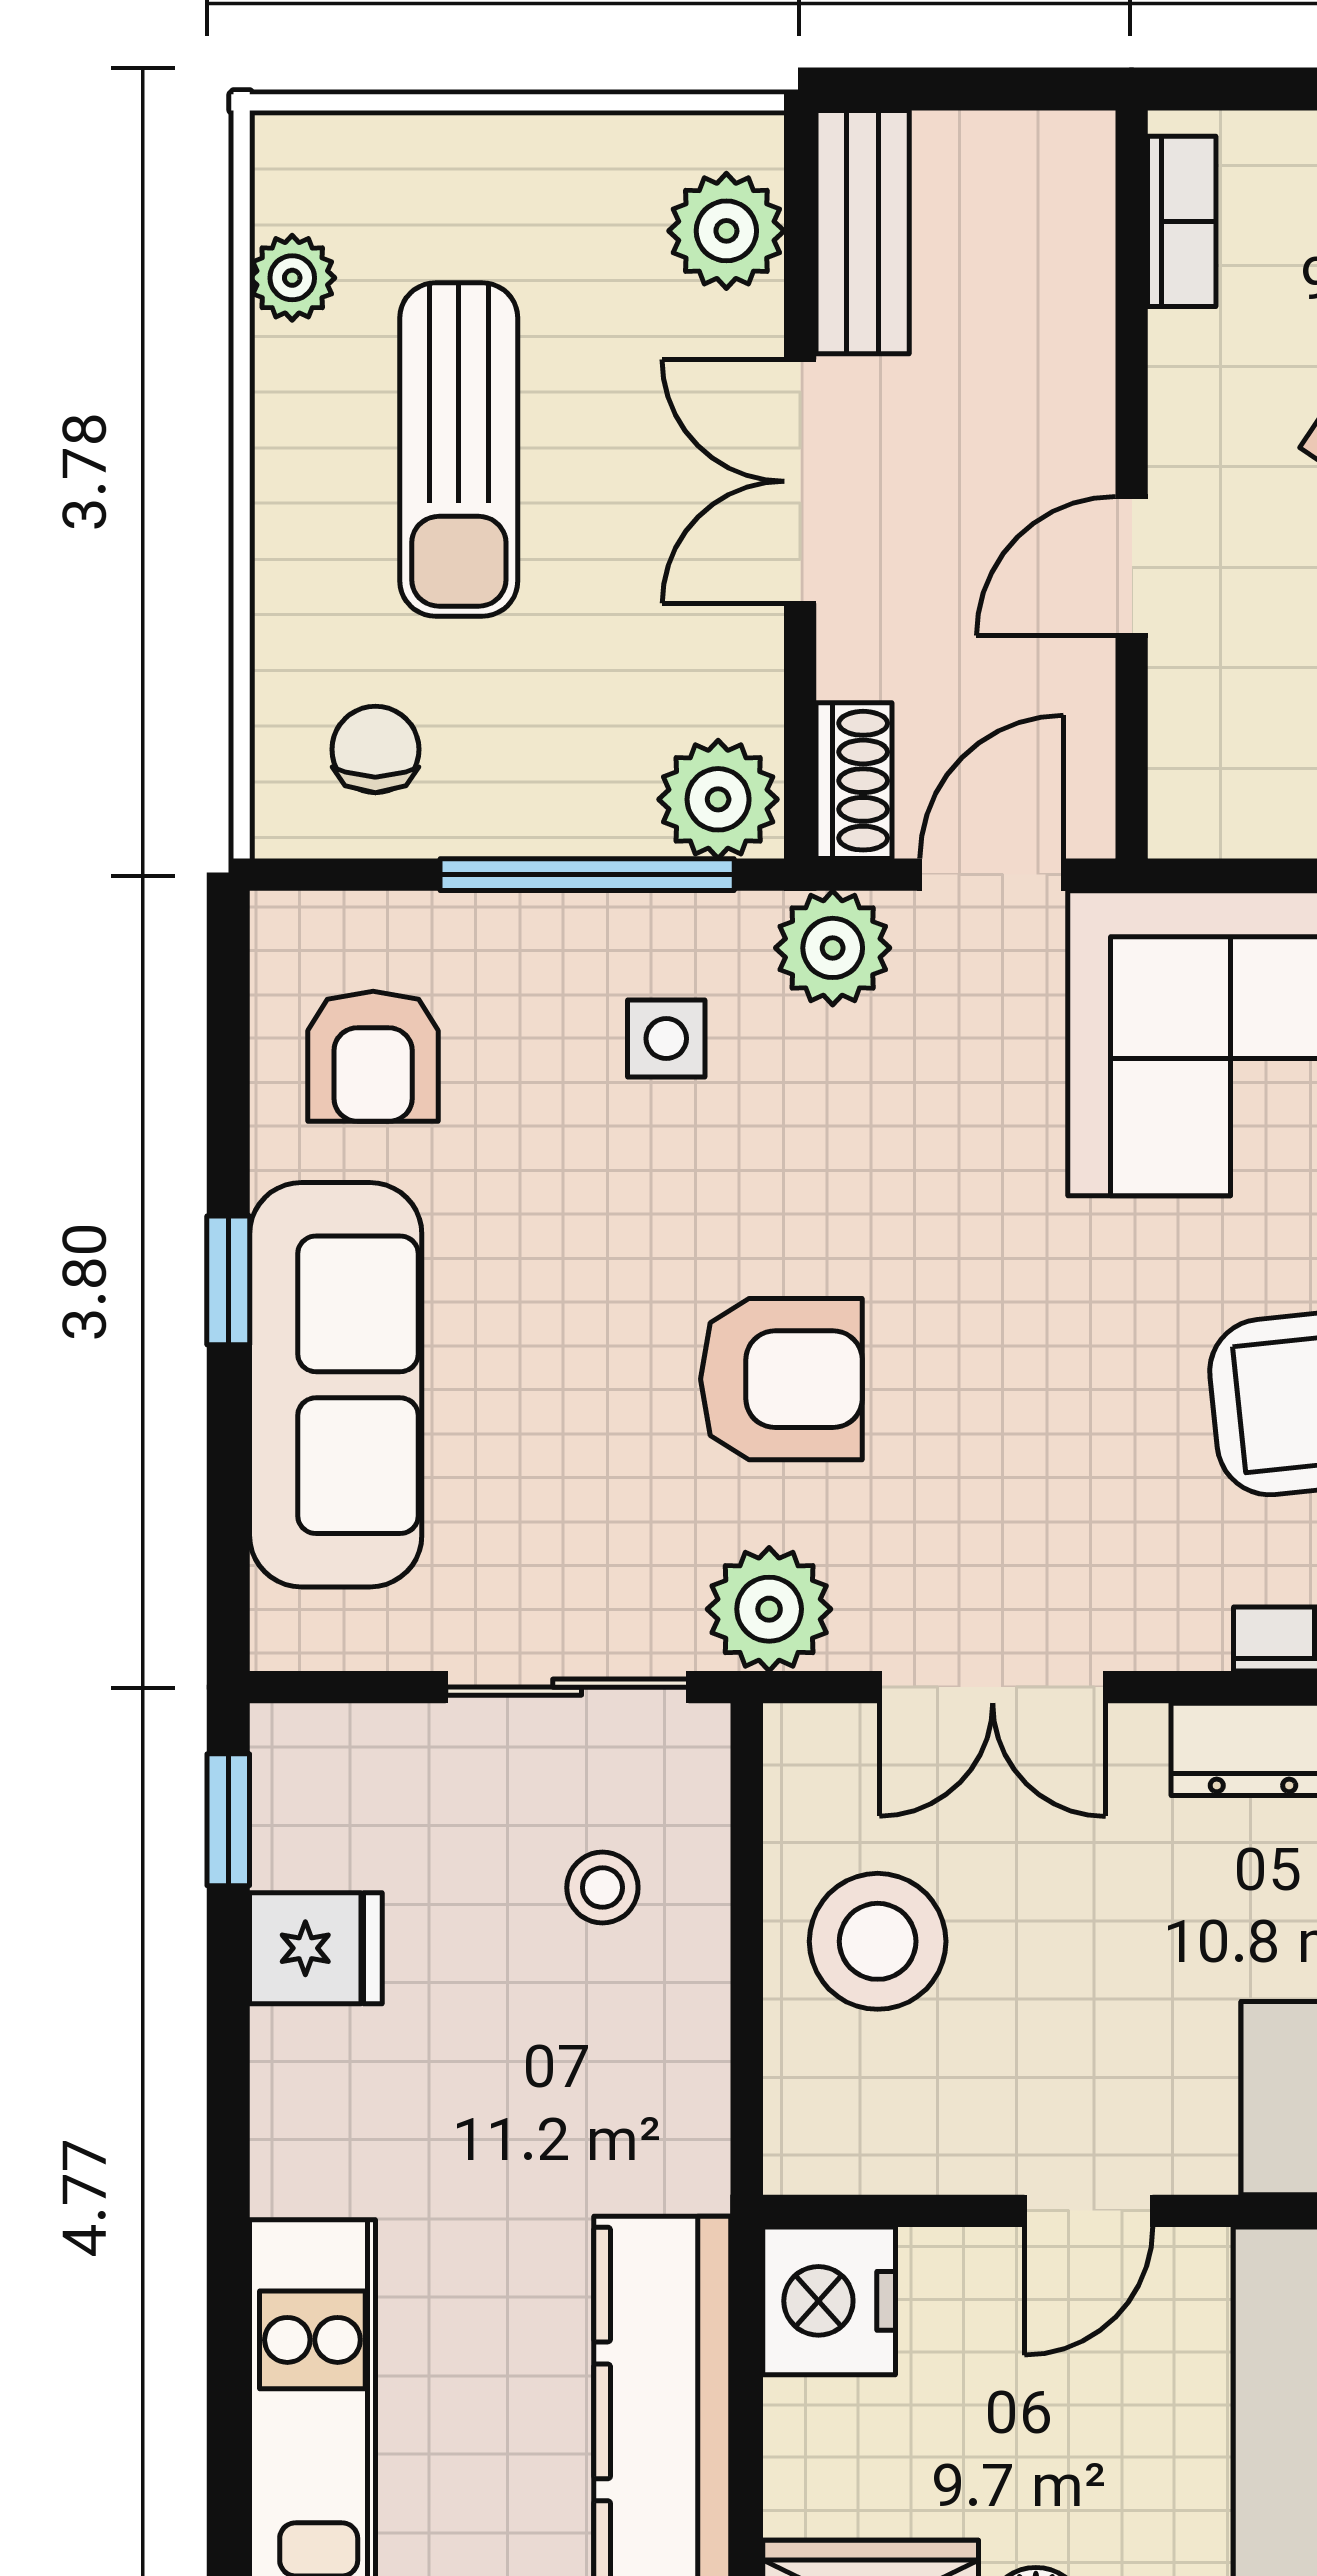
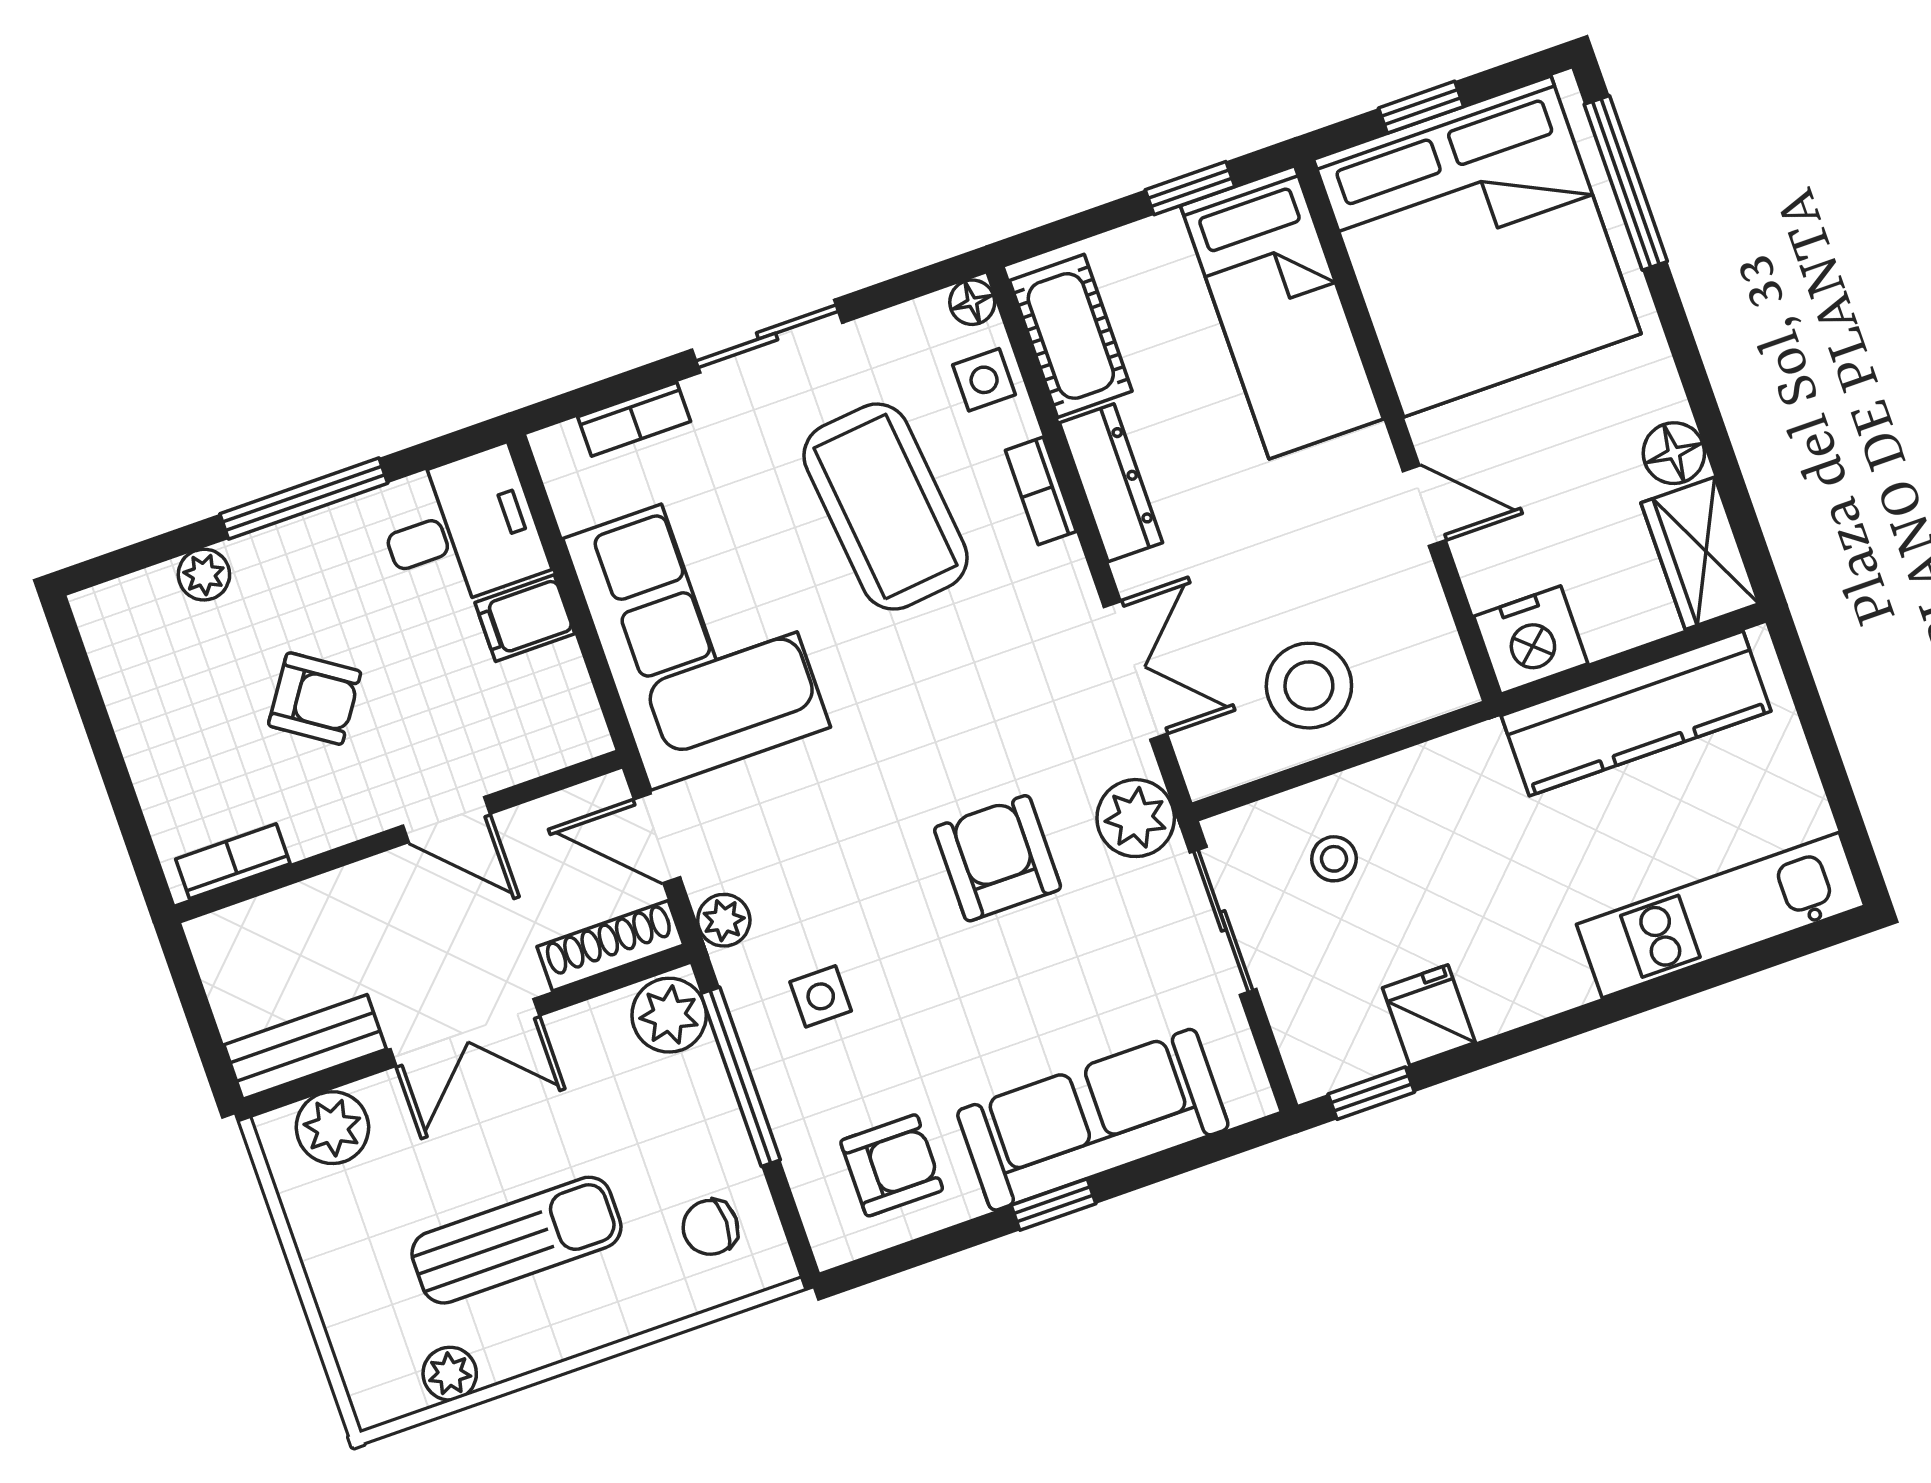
shoe rack: (854, 781) -> (610, 946), width x1.43
plant: (833, 948) -> (724, 920), width x0.73, depth x0.73

